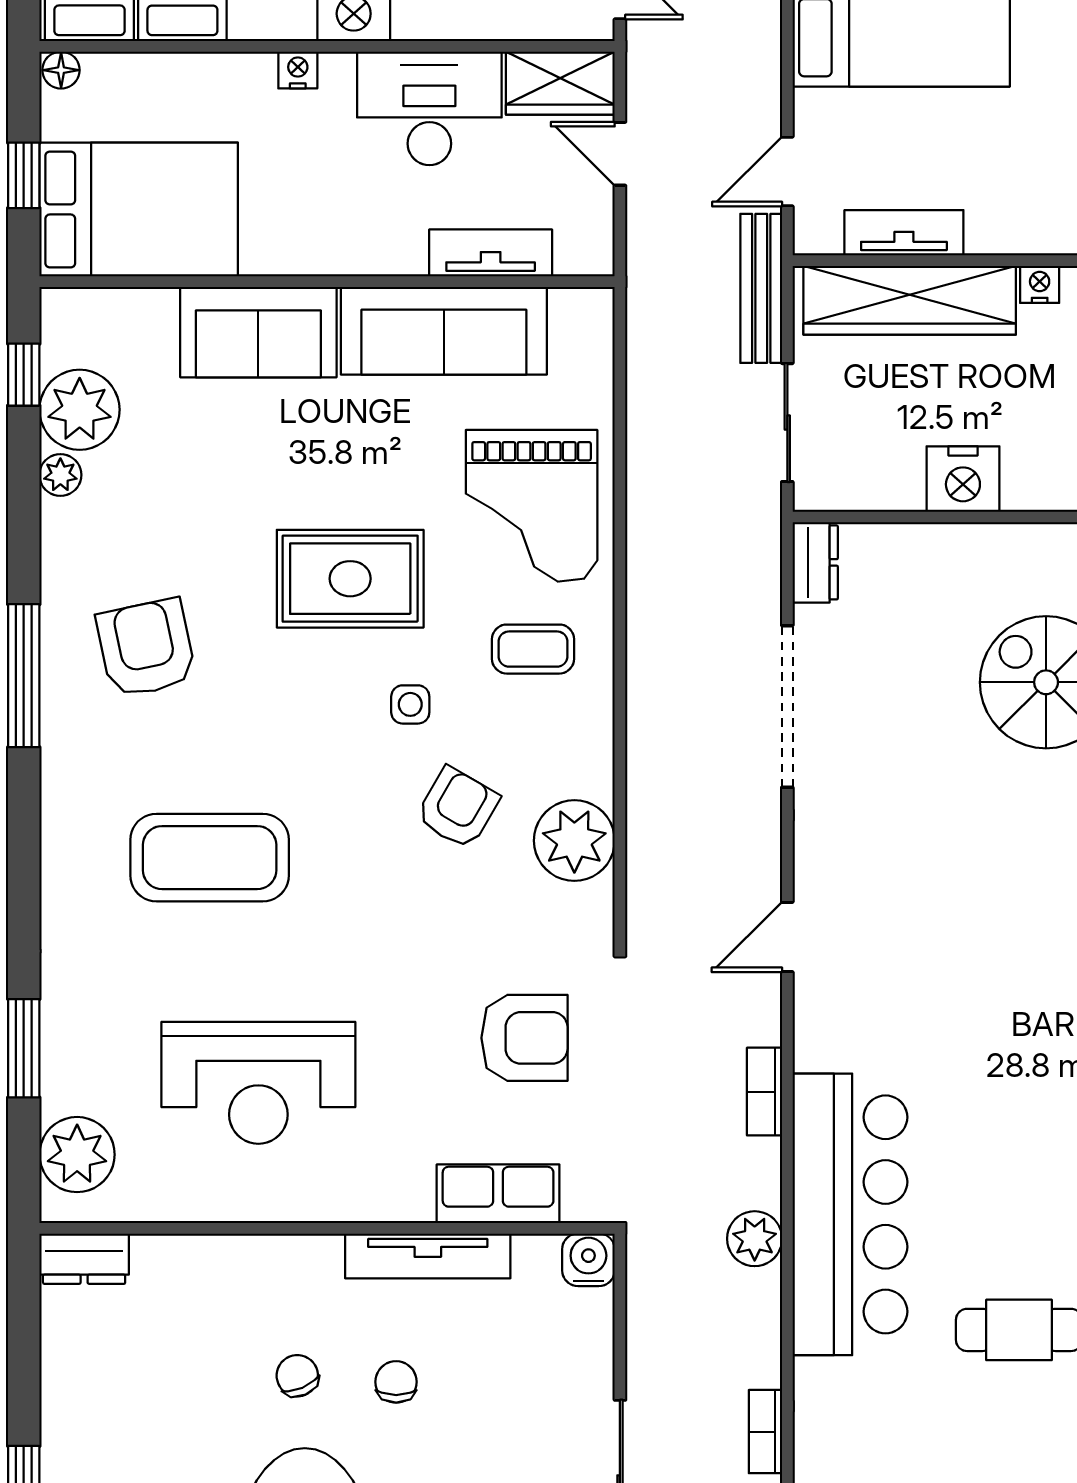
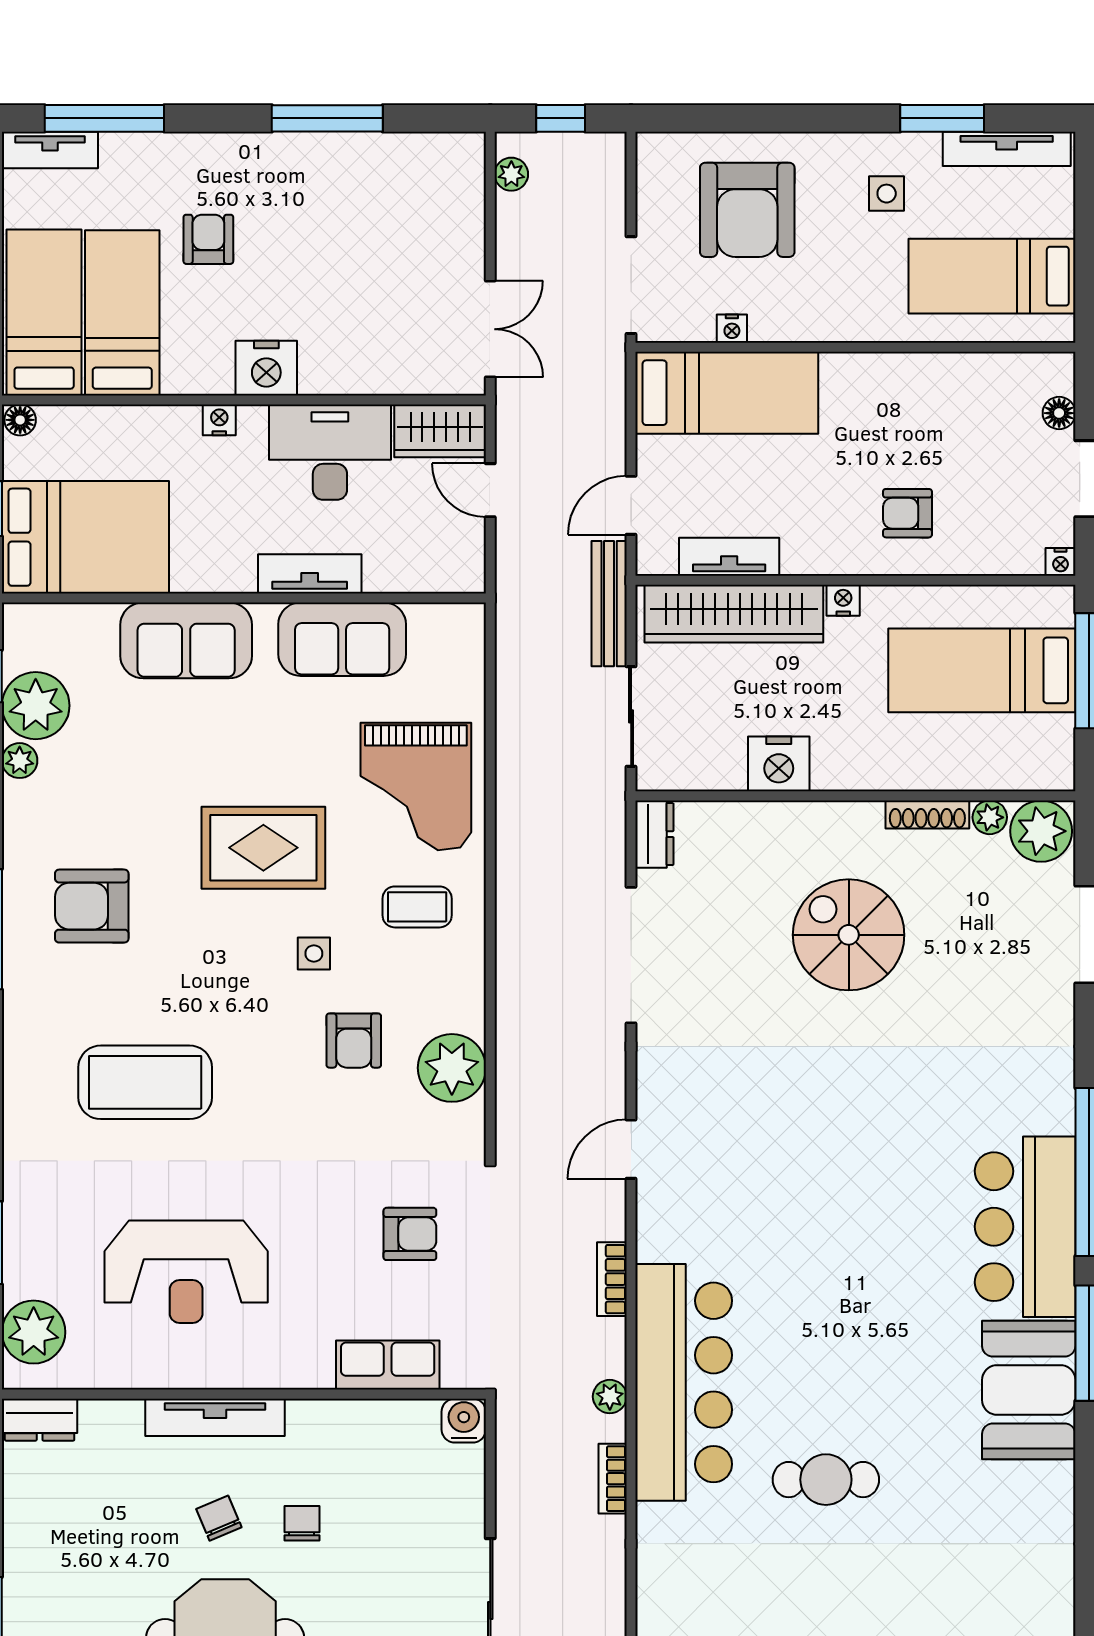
tv unit: (491, 253) -> (310, 574), moved
sofa: (444, 331) -> (342, 639), width x0.73
armchair: (146, 648) -> (92, 906), turned -78
armchair: (458, 808) -> (354, 1041), turned 150
armchair: (525, 1038) -> (410, 1234), width x0.72, depth x0.72
plant: (755, 1239) -> (610, 1397), width x0.73, depth x0.73
tv unit: (428, 1256) -> (215, 1417), moved
bookcase: (765, 1432) -> (613, 1479), moved

